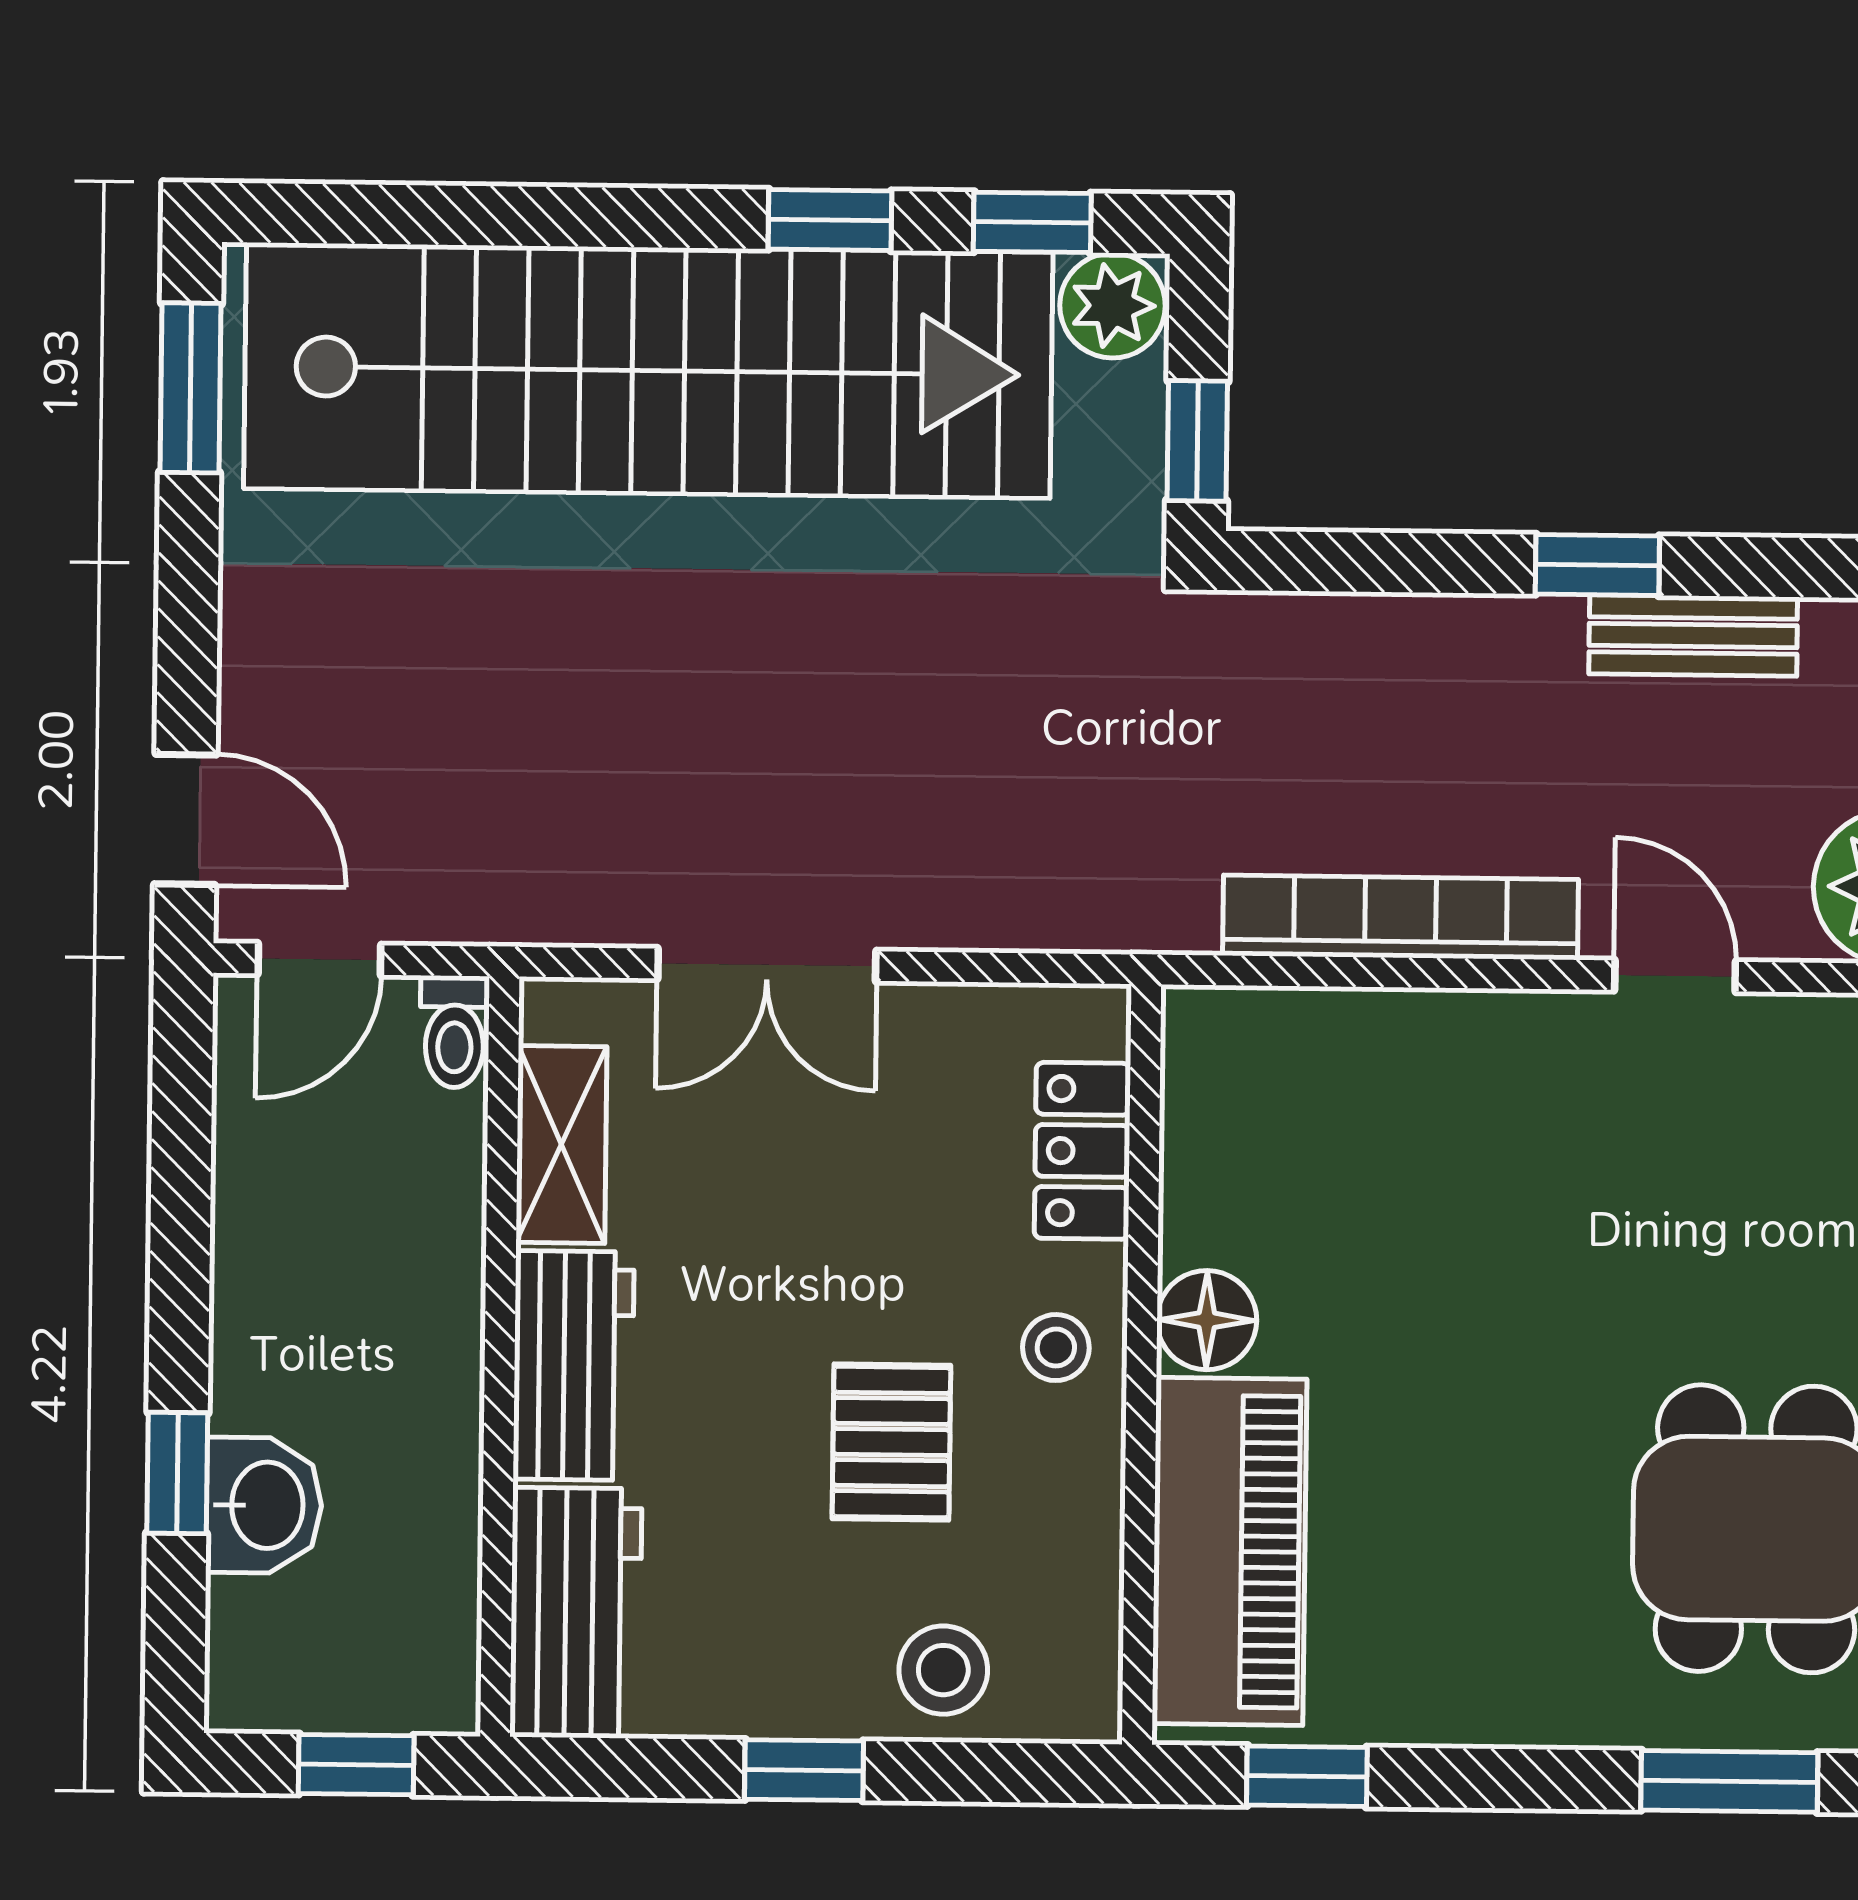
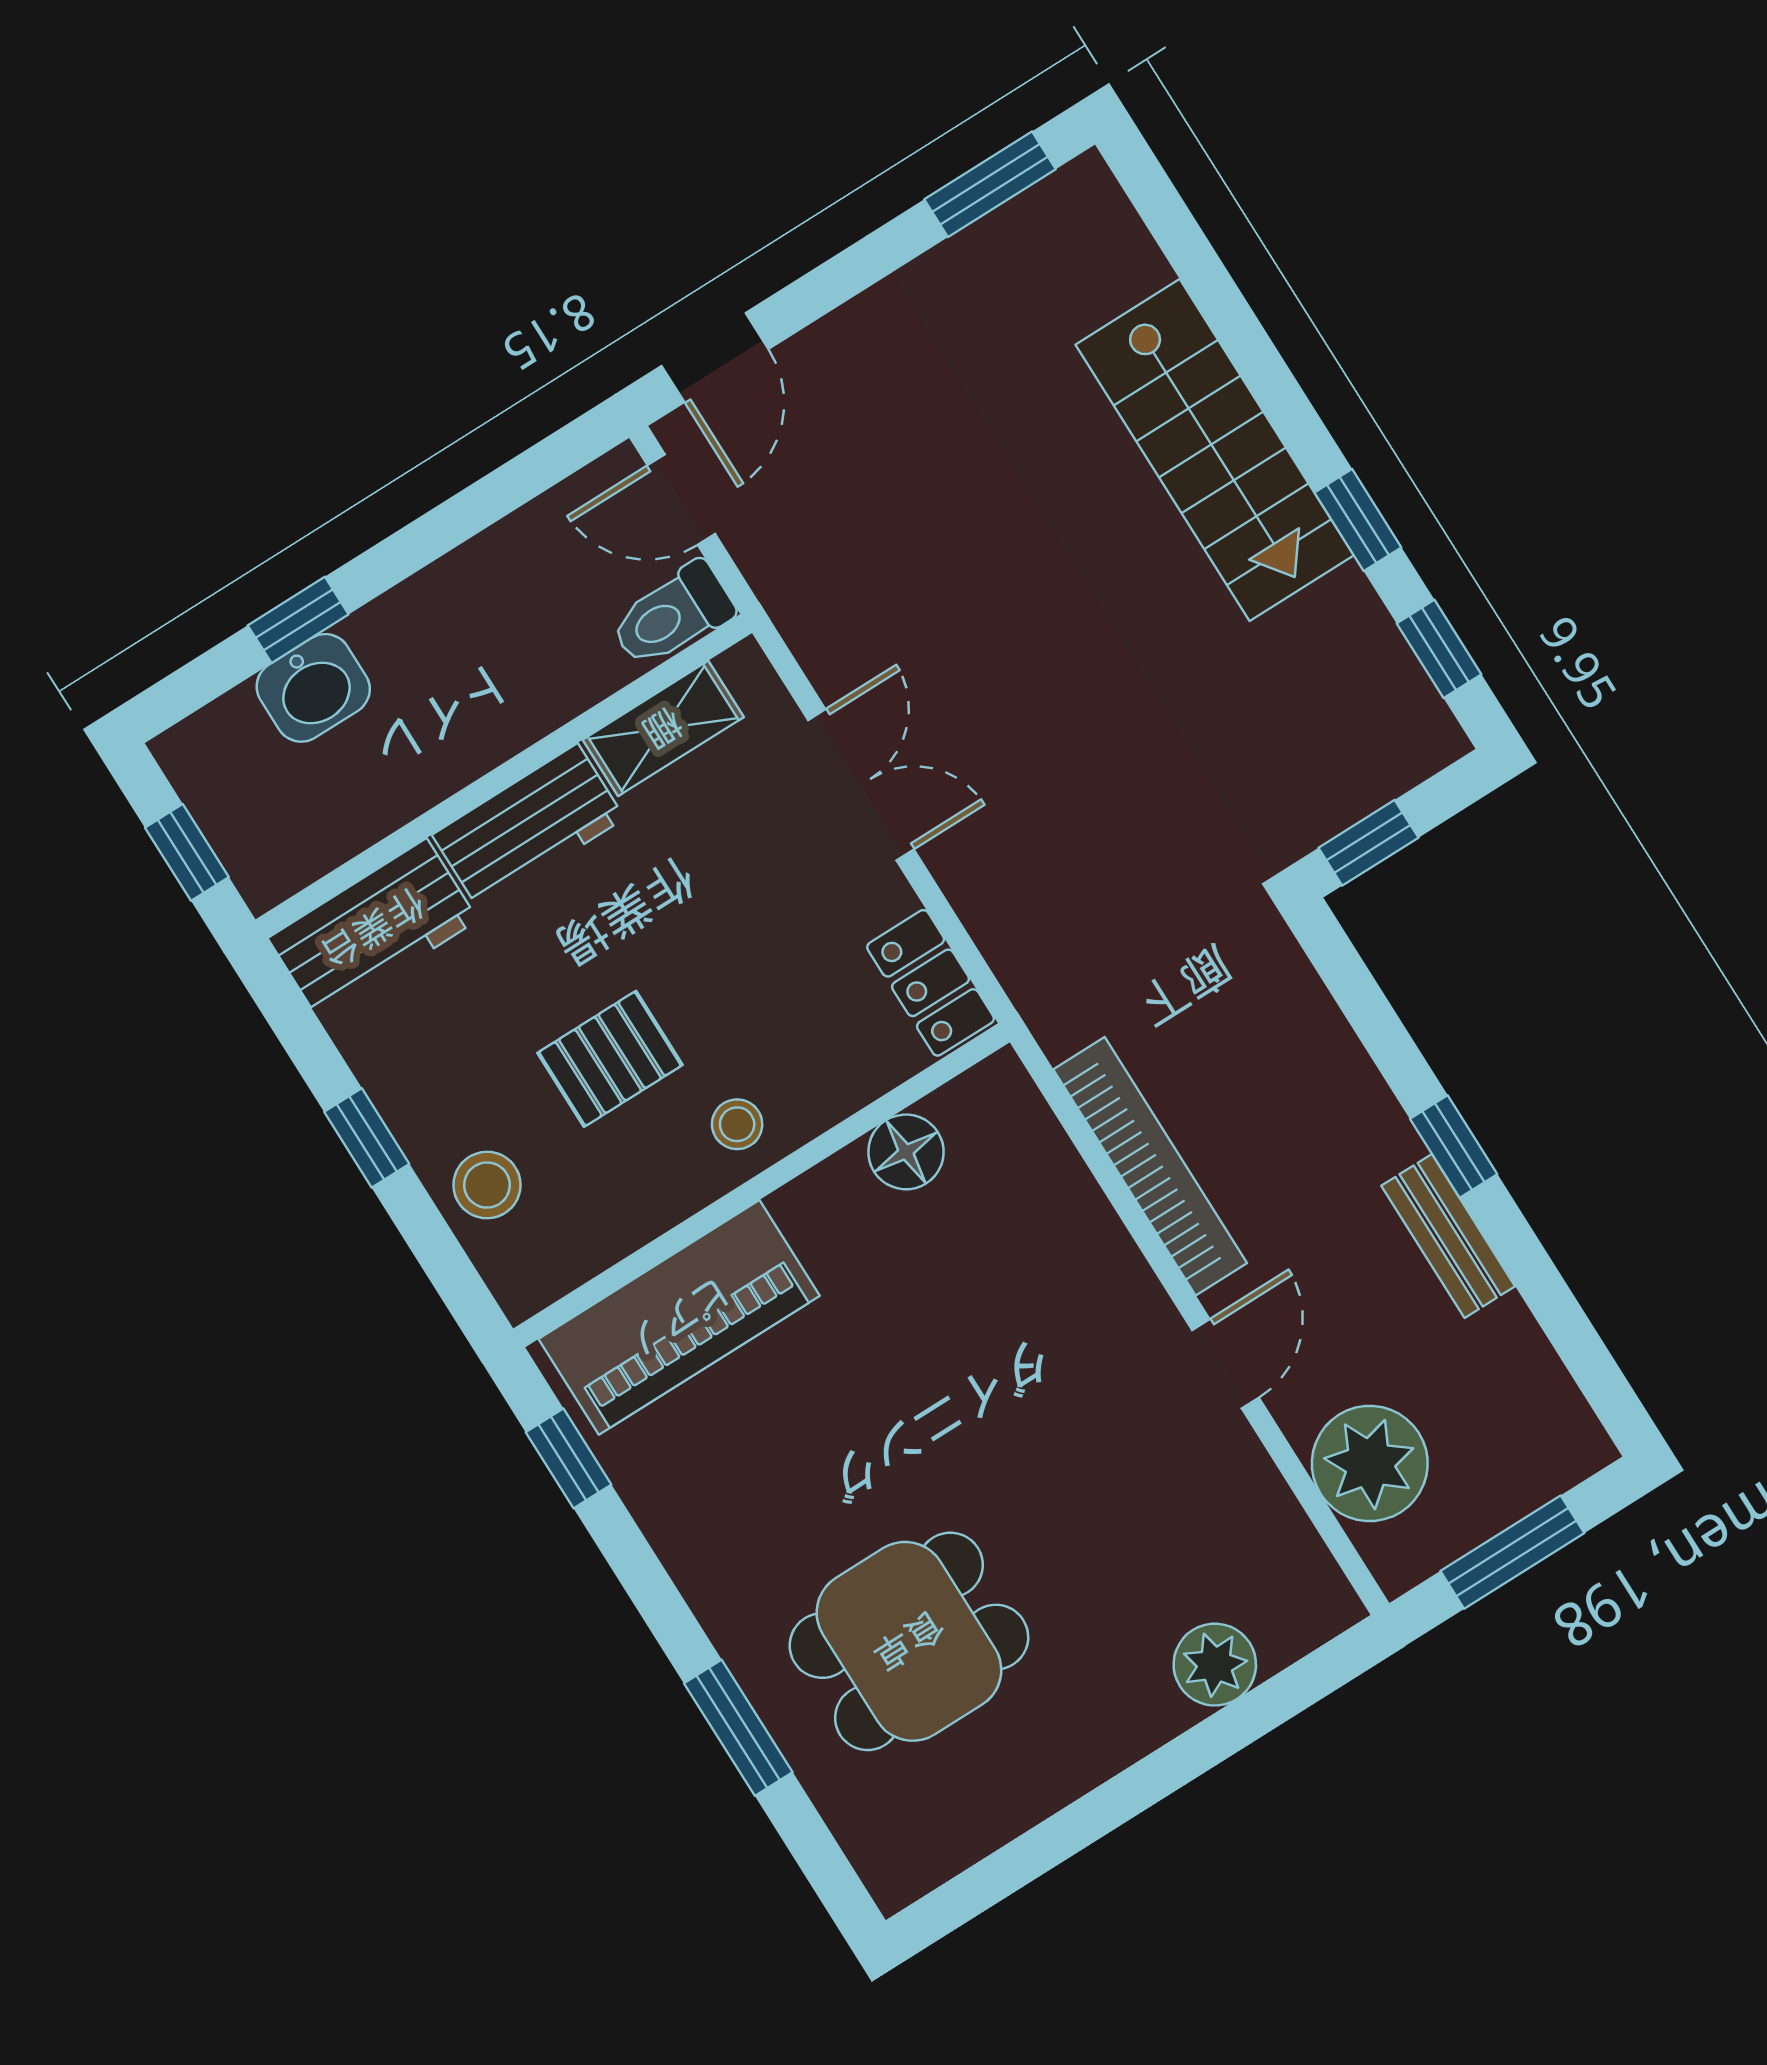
plant: (1113, 306) -> (1419, 734), removed
stairs: (648, 370) -> (1215, 450), width x0.54, depth x0.66
double door: (767, 965) -> (861, 785), swing flipped
toilet: (455, 1032) -> (672, 615), width x1.37, depth x1.39
locker: (1082, 1151) -> (931, 983), moved, turned -90
floor lamp: (1207, 1320) -> (906, 1152), moved

